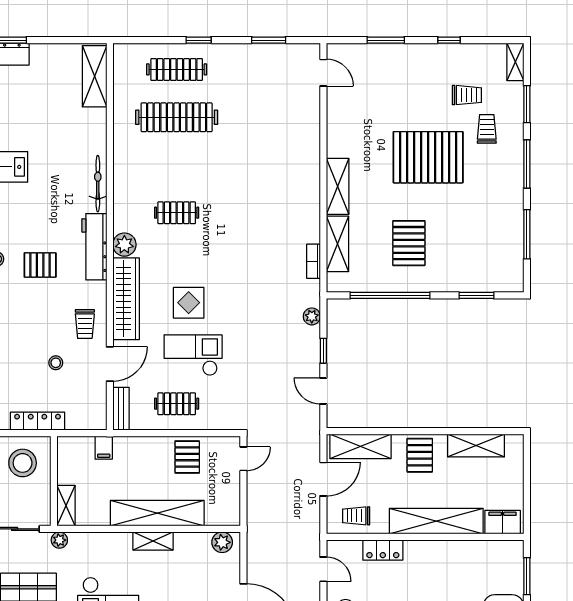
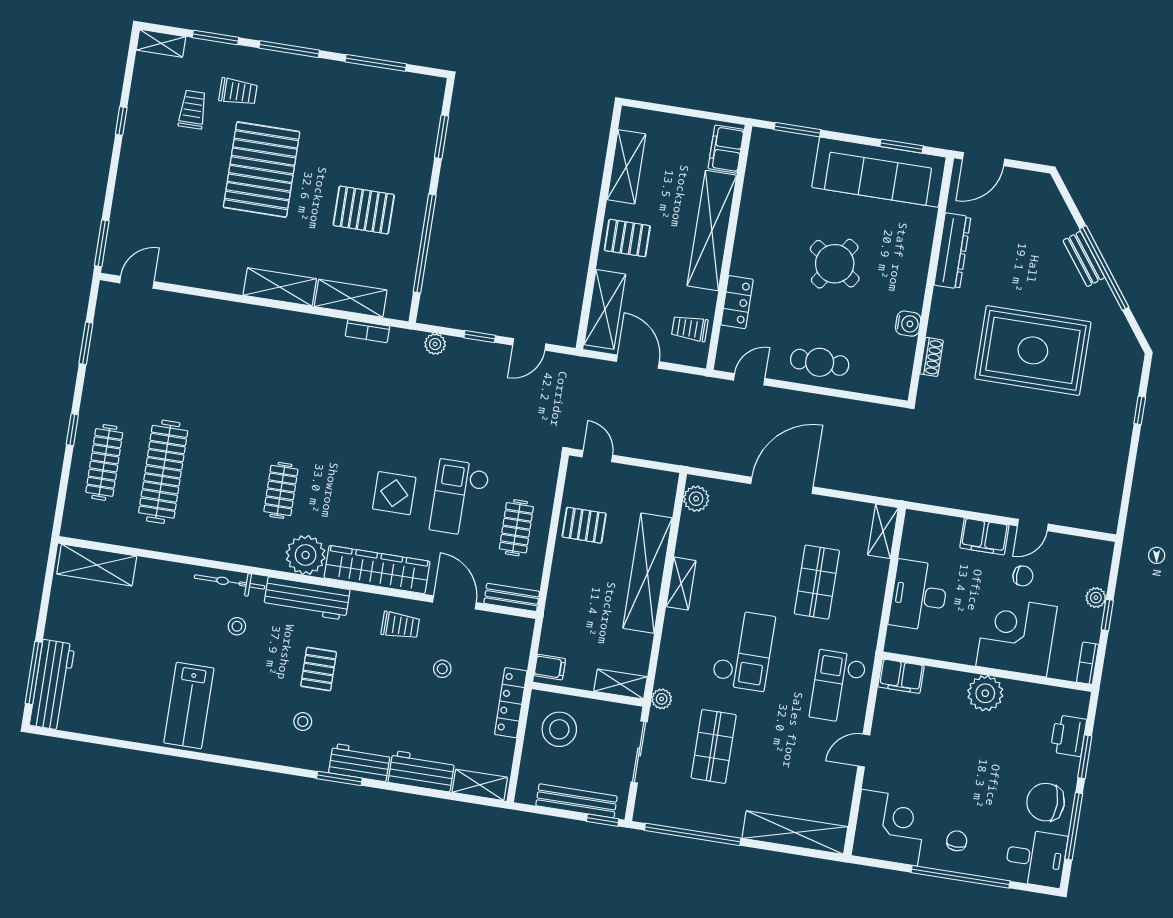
window: (386, 40) -> (102, 243), moved
trolley: (487, 129) -> (238, 92), turned 180
stool: (64, 195) -> (237, 626), added
plant: (124, 245) -> (306, 555), width x1.36, depth x1.36
filing cabinet: (104, 448) -> (550, 667), moved
trolley: (356, 516) -> (690, 328), turned 90

